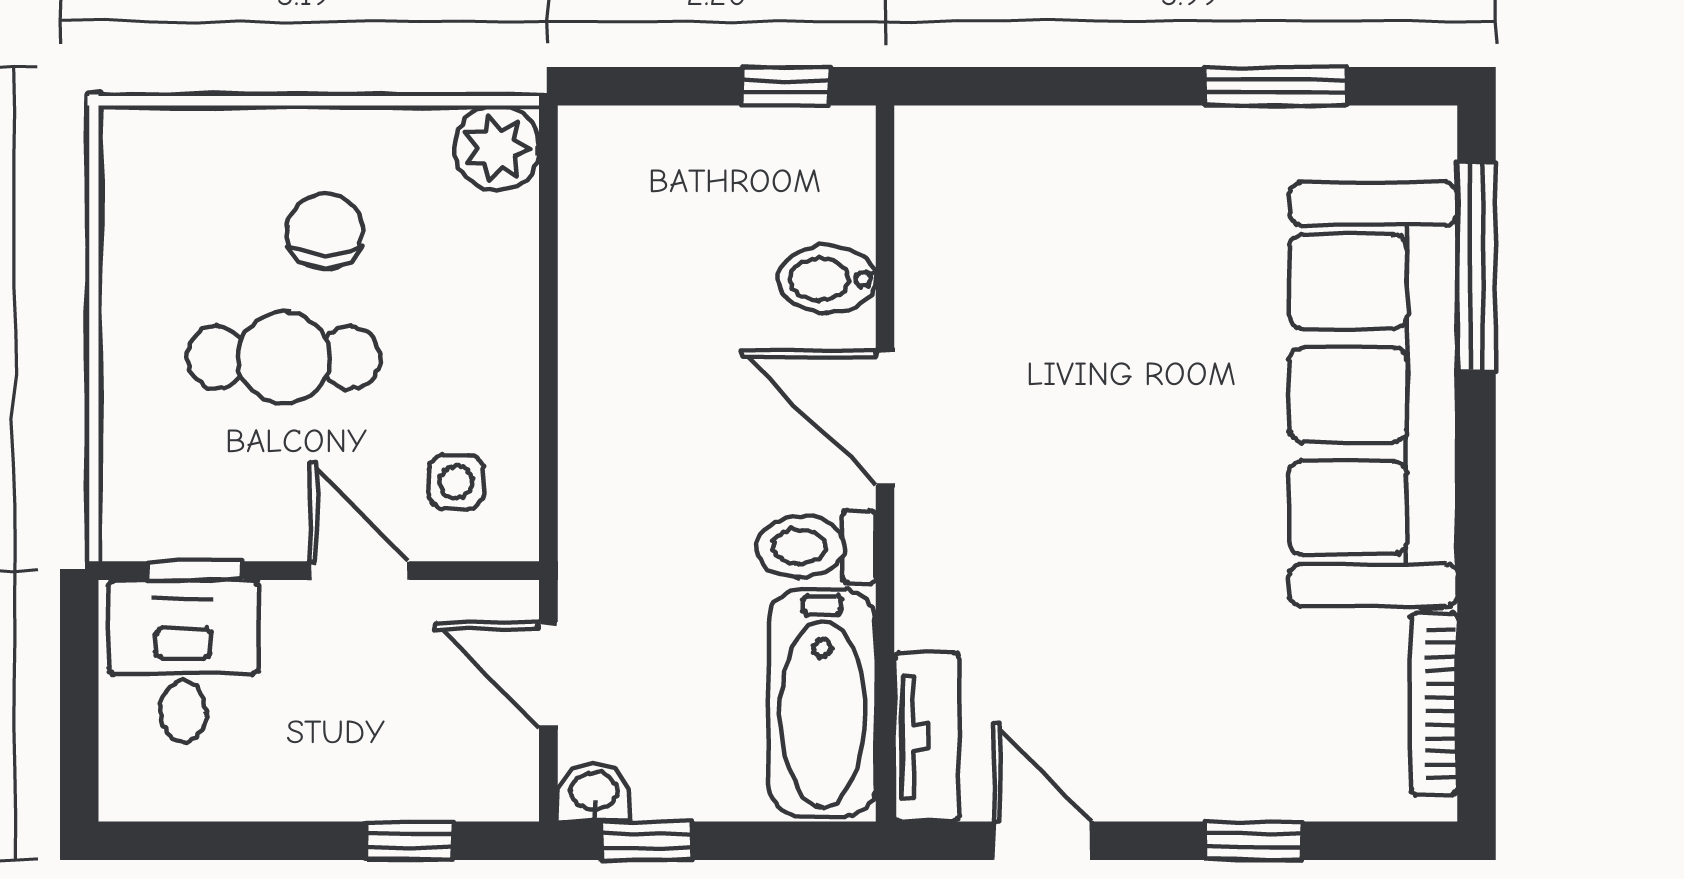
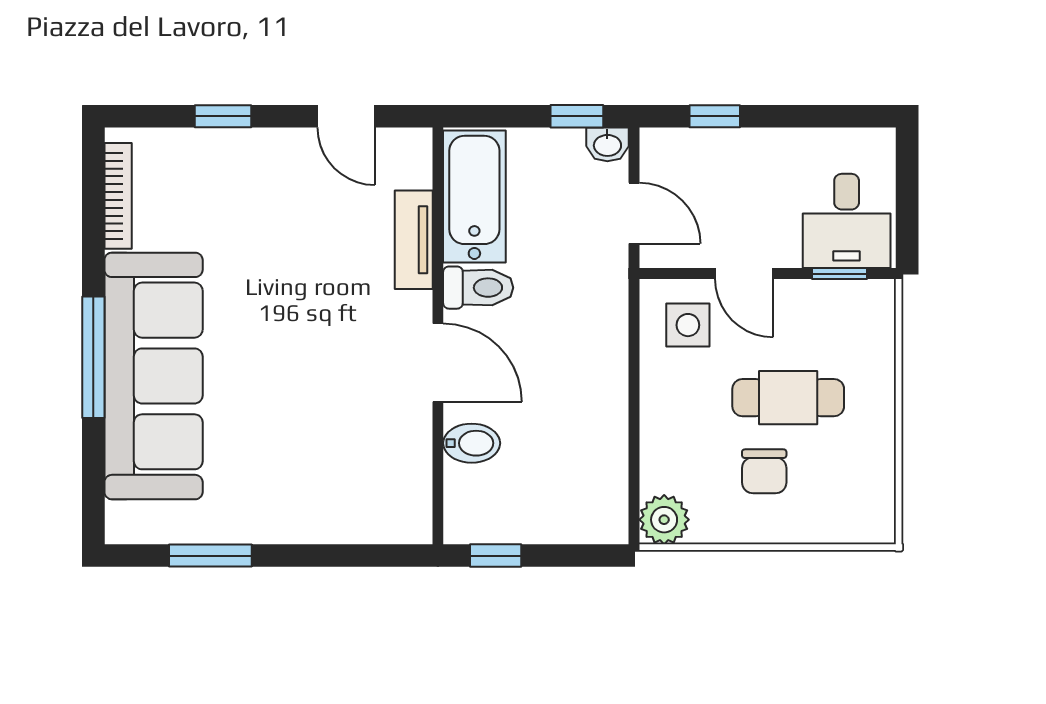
window: (1477, 266) -> (93, 357), moved
side table: (456, 482) -> (688, 325), width x1.37, depth x1.37
tv unit: (927, 737) -> (414, 240), moved

